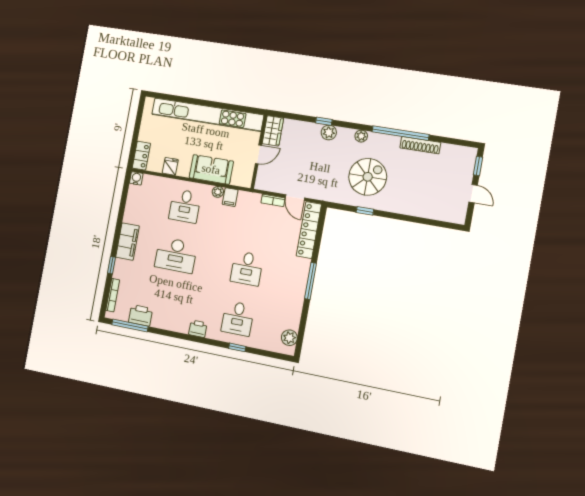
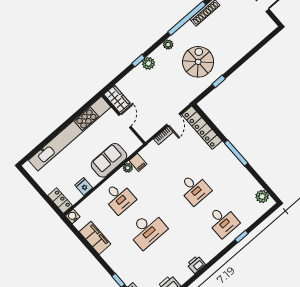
door: (295, 198) -> (173, 120), hinge flipped
filing cabinet: (127, 242) -> (95, 238), moved
printer: (198, 329) -> (196, 264), moved

